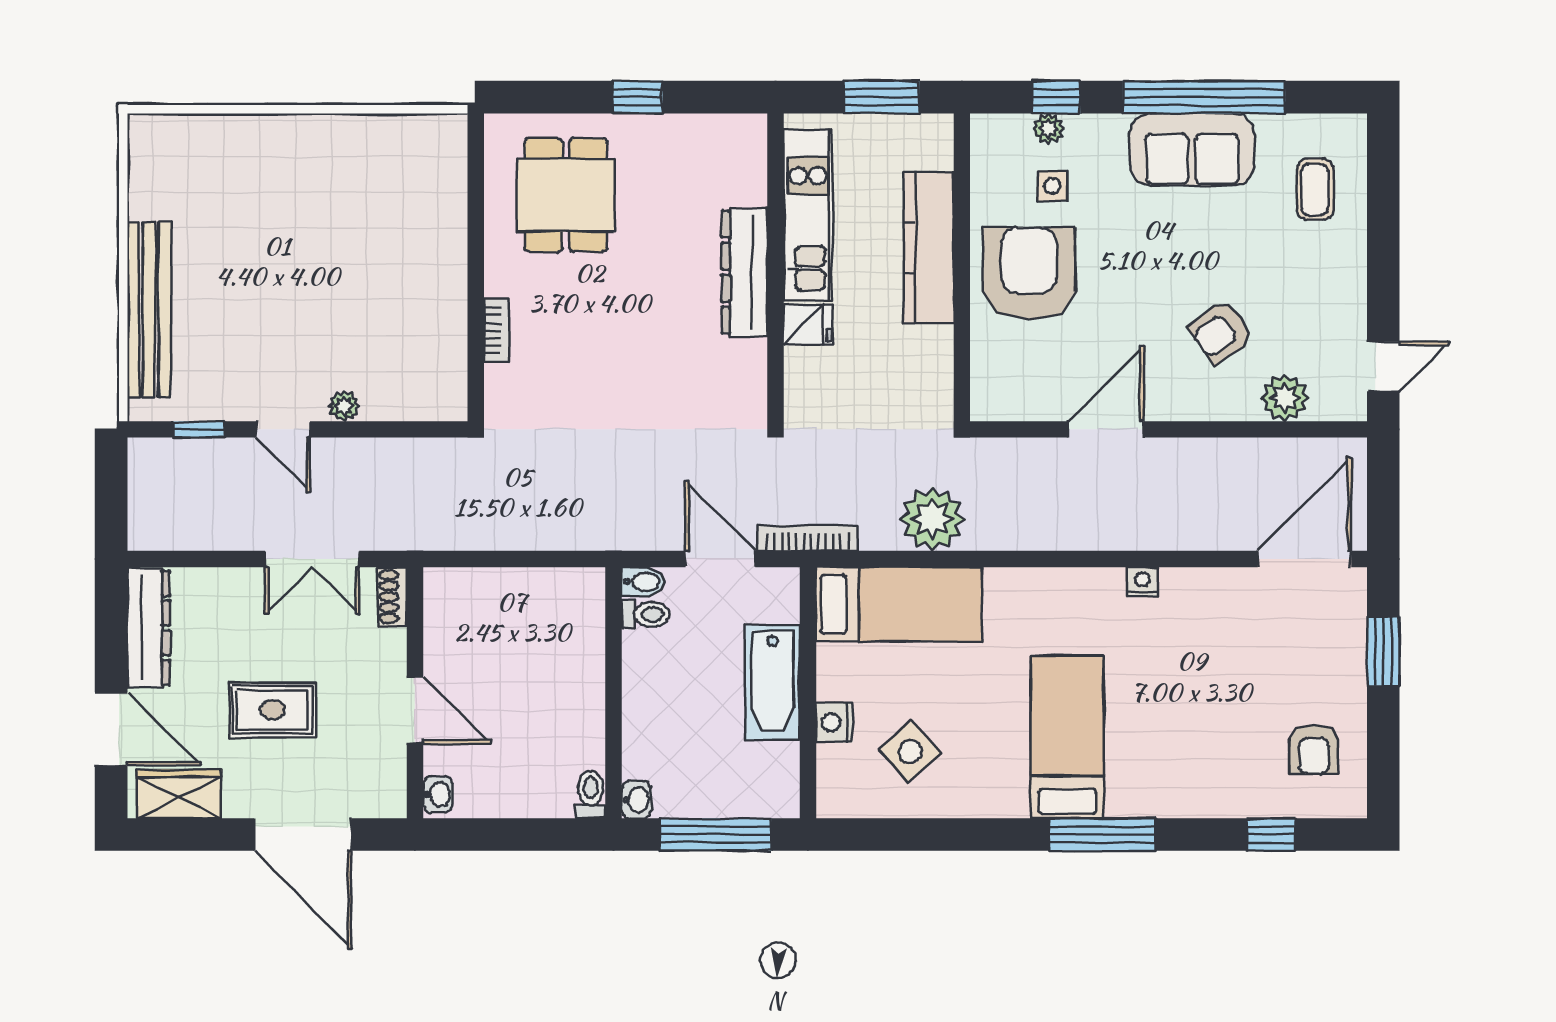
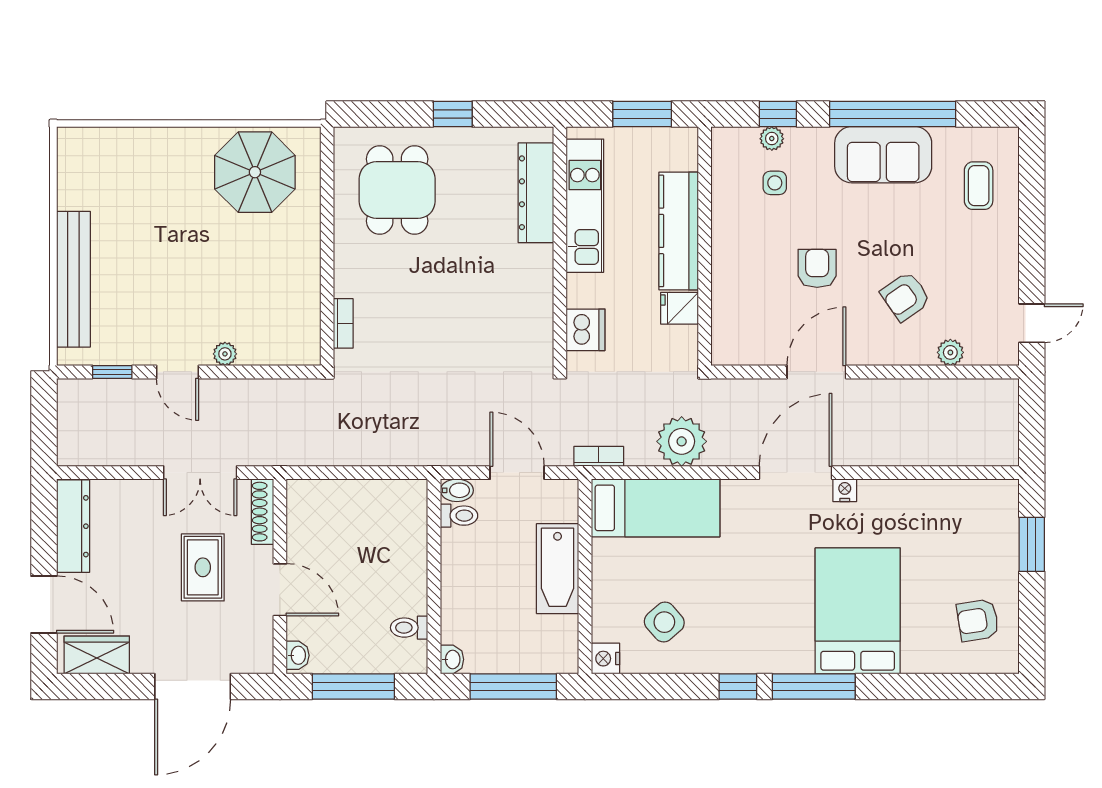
parasol: (383, 172) -> (255, 172), added
dresser: (745, 272) -> (536, 193), moved
armchair: (1029, 273) -> (817, 268), moved, width x0.53, depth x0.53
fridge: (808, 325) -> (679, 308), moved, turned 180
bookcase: (497, 330) -> (343, 323), moved
dishwasher: (809, 375) -> (586, 330), added
plant: (1285, 398) -> (950, 352), width x0.73, depth x0.73
bookcase: (807, 538) -> (599, 456), width x0.64
door: (1304, 559) -> (796, 473), moved
shoe rack: (393, 597) -> (262, 512), width x1.43
rug: (272, 710) -> (203, 567), moved, turned 90
nightstand: (834, 722) -> (605, 659), moved
bed: (1067, 737) -> (858, 611), moved, width x1.50
armchair: (1314, 749) -> (978, 620), turned 81
toilet: (591, 794) -> (409, 628), moved, turned -90
door: (303, 835) -> (193, 687), hinge flipped
window: (509, 835) -> (353, 687), added
window: (1271, 835) -> (738, 687), moved

